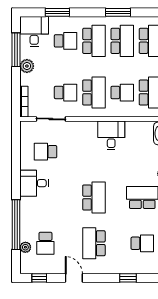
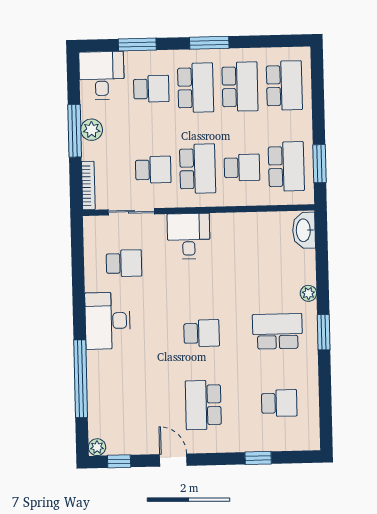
window: (118, 12) -> (209, 43), moved
window: (16, 50) -> (75, 131), moved
desk: (111, 135) -> (189, 236), moved
school desk: (45, 152) -> (124, 263), turned 180
desk: (34, 183) -> (108, 321), width x1.37
school desk: (94, 197) -> (202, 333), width x0.54
school desk: (45, 243) -> (127, 407), removed
plant: (25, 247) -> (97, 447), moved

